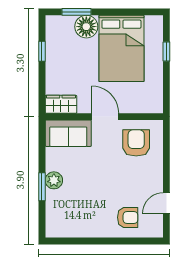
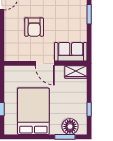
floor lamp: (86, 27) -> (70, 127), moved
armchair: (136, 143) -> (34, 27), moved
plant: (54, 180) -> (81, 19), removed

